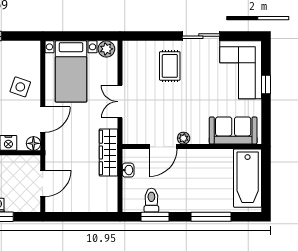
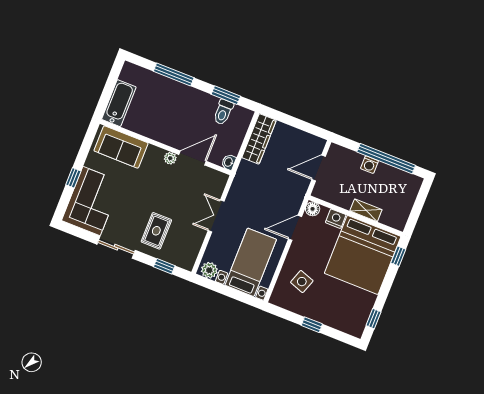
window: (149, 36) -> (164, 266), added
side table: (20, 87) -> (302, 282), moved
double door: (120, 102) -> (216, 216), swing flipped
wardrobe: (108, 152) -> (259, 139), moved
washbasin: (128, 170) -> (229, 162), moved
bathtub: (248, 178) -> (119, 103), width x0.73, depth x0.73

